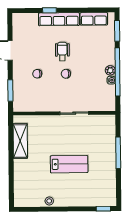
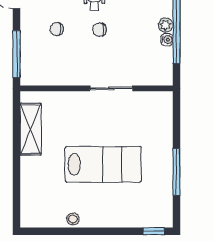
window: (10, 91) -> (17, 54), width x1.44
window: (118, 153) -> (176, 172), moved
lab bench: (69, 164) -> (103, 164), width x1.36, depth x1.39

